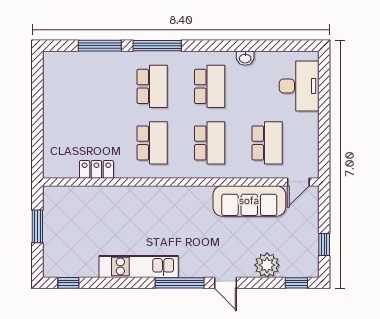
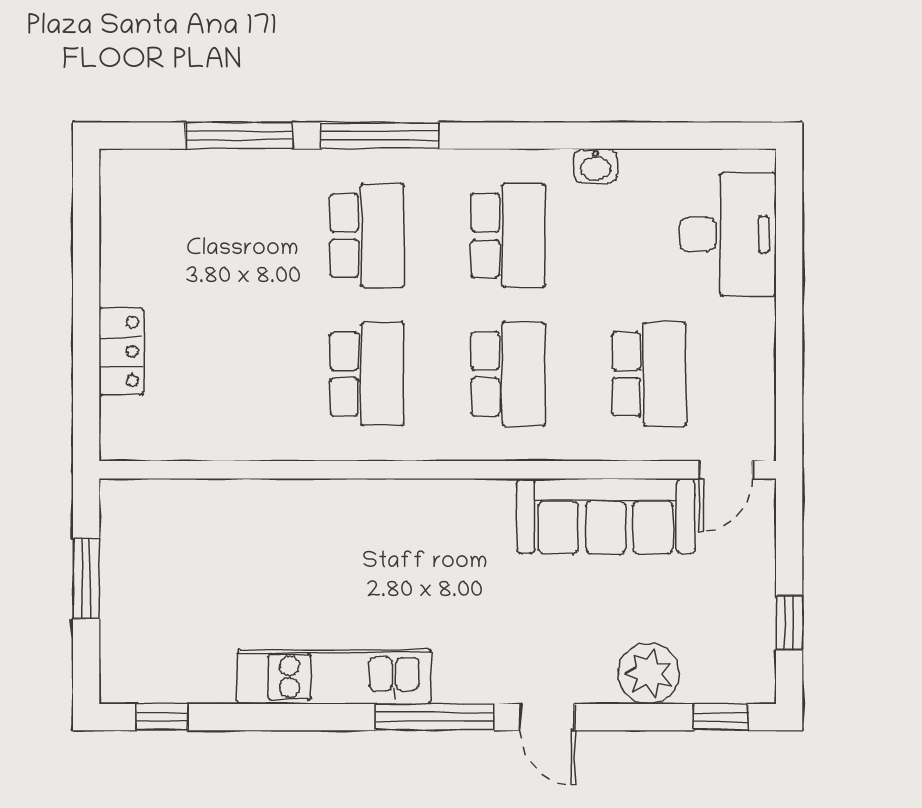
locker: (96, 169) -> (121, 351), moved, turned 90

